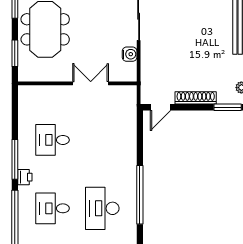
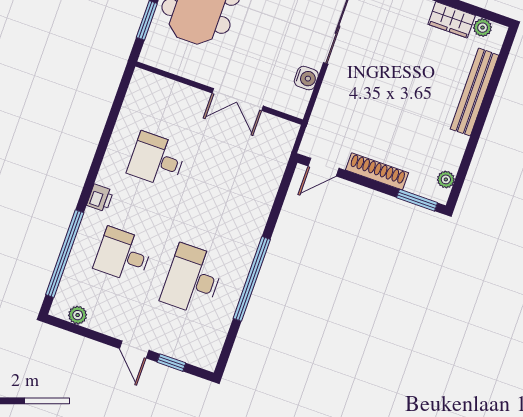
double door: (91, 83) -> (238, 100), swing flipped
window: (15, 159) -> (95, 168), removed

